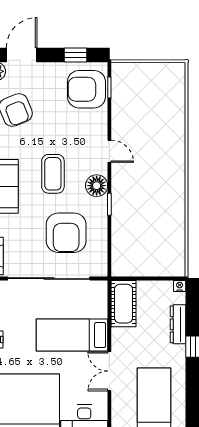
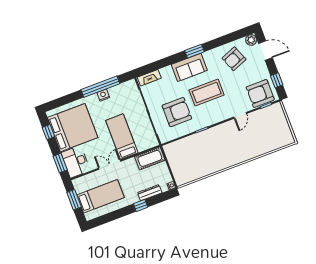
armchair: (86, 89) -> (260, 93), turned -90
door: (109, 151) -> (240, 115), moved
coffee table: (53, 174) -> (207, 93), width x1.36, depth x1.32
floor lamp: (97, 186) -> (209, 119), removed
armchair: (66, 233) -> (177, 112), turned 180

